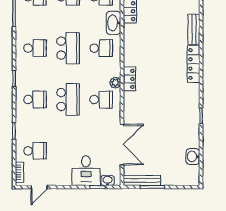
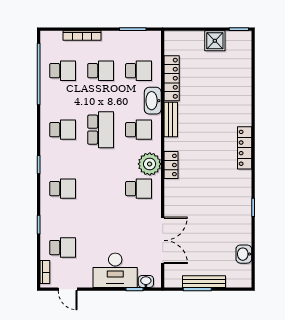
bench: (194, 29) -> (171, 119), moved
plant: (115, 83) -> (150, 164), width x1.88, depth x1.88
school desk: (68, 99) -> (101, 189), removed
desk: (86, 171) -> (115, 270), width x1.37
bench: (142, 180) -> (204, 282), moved
door: (39, 187) -> (68, 289), hinge flipped

